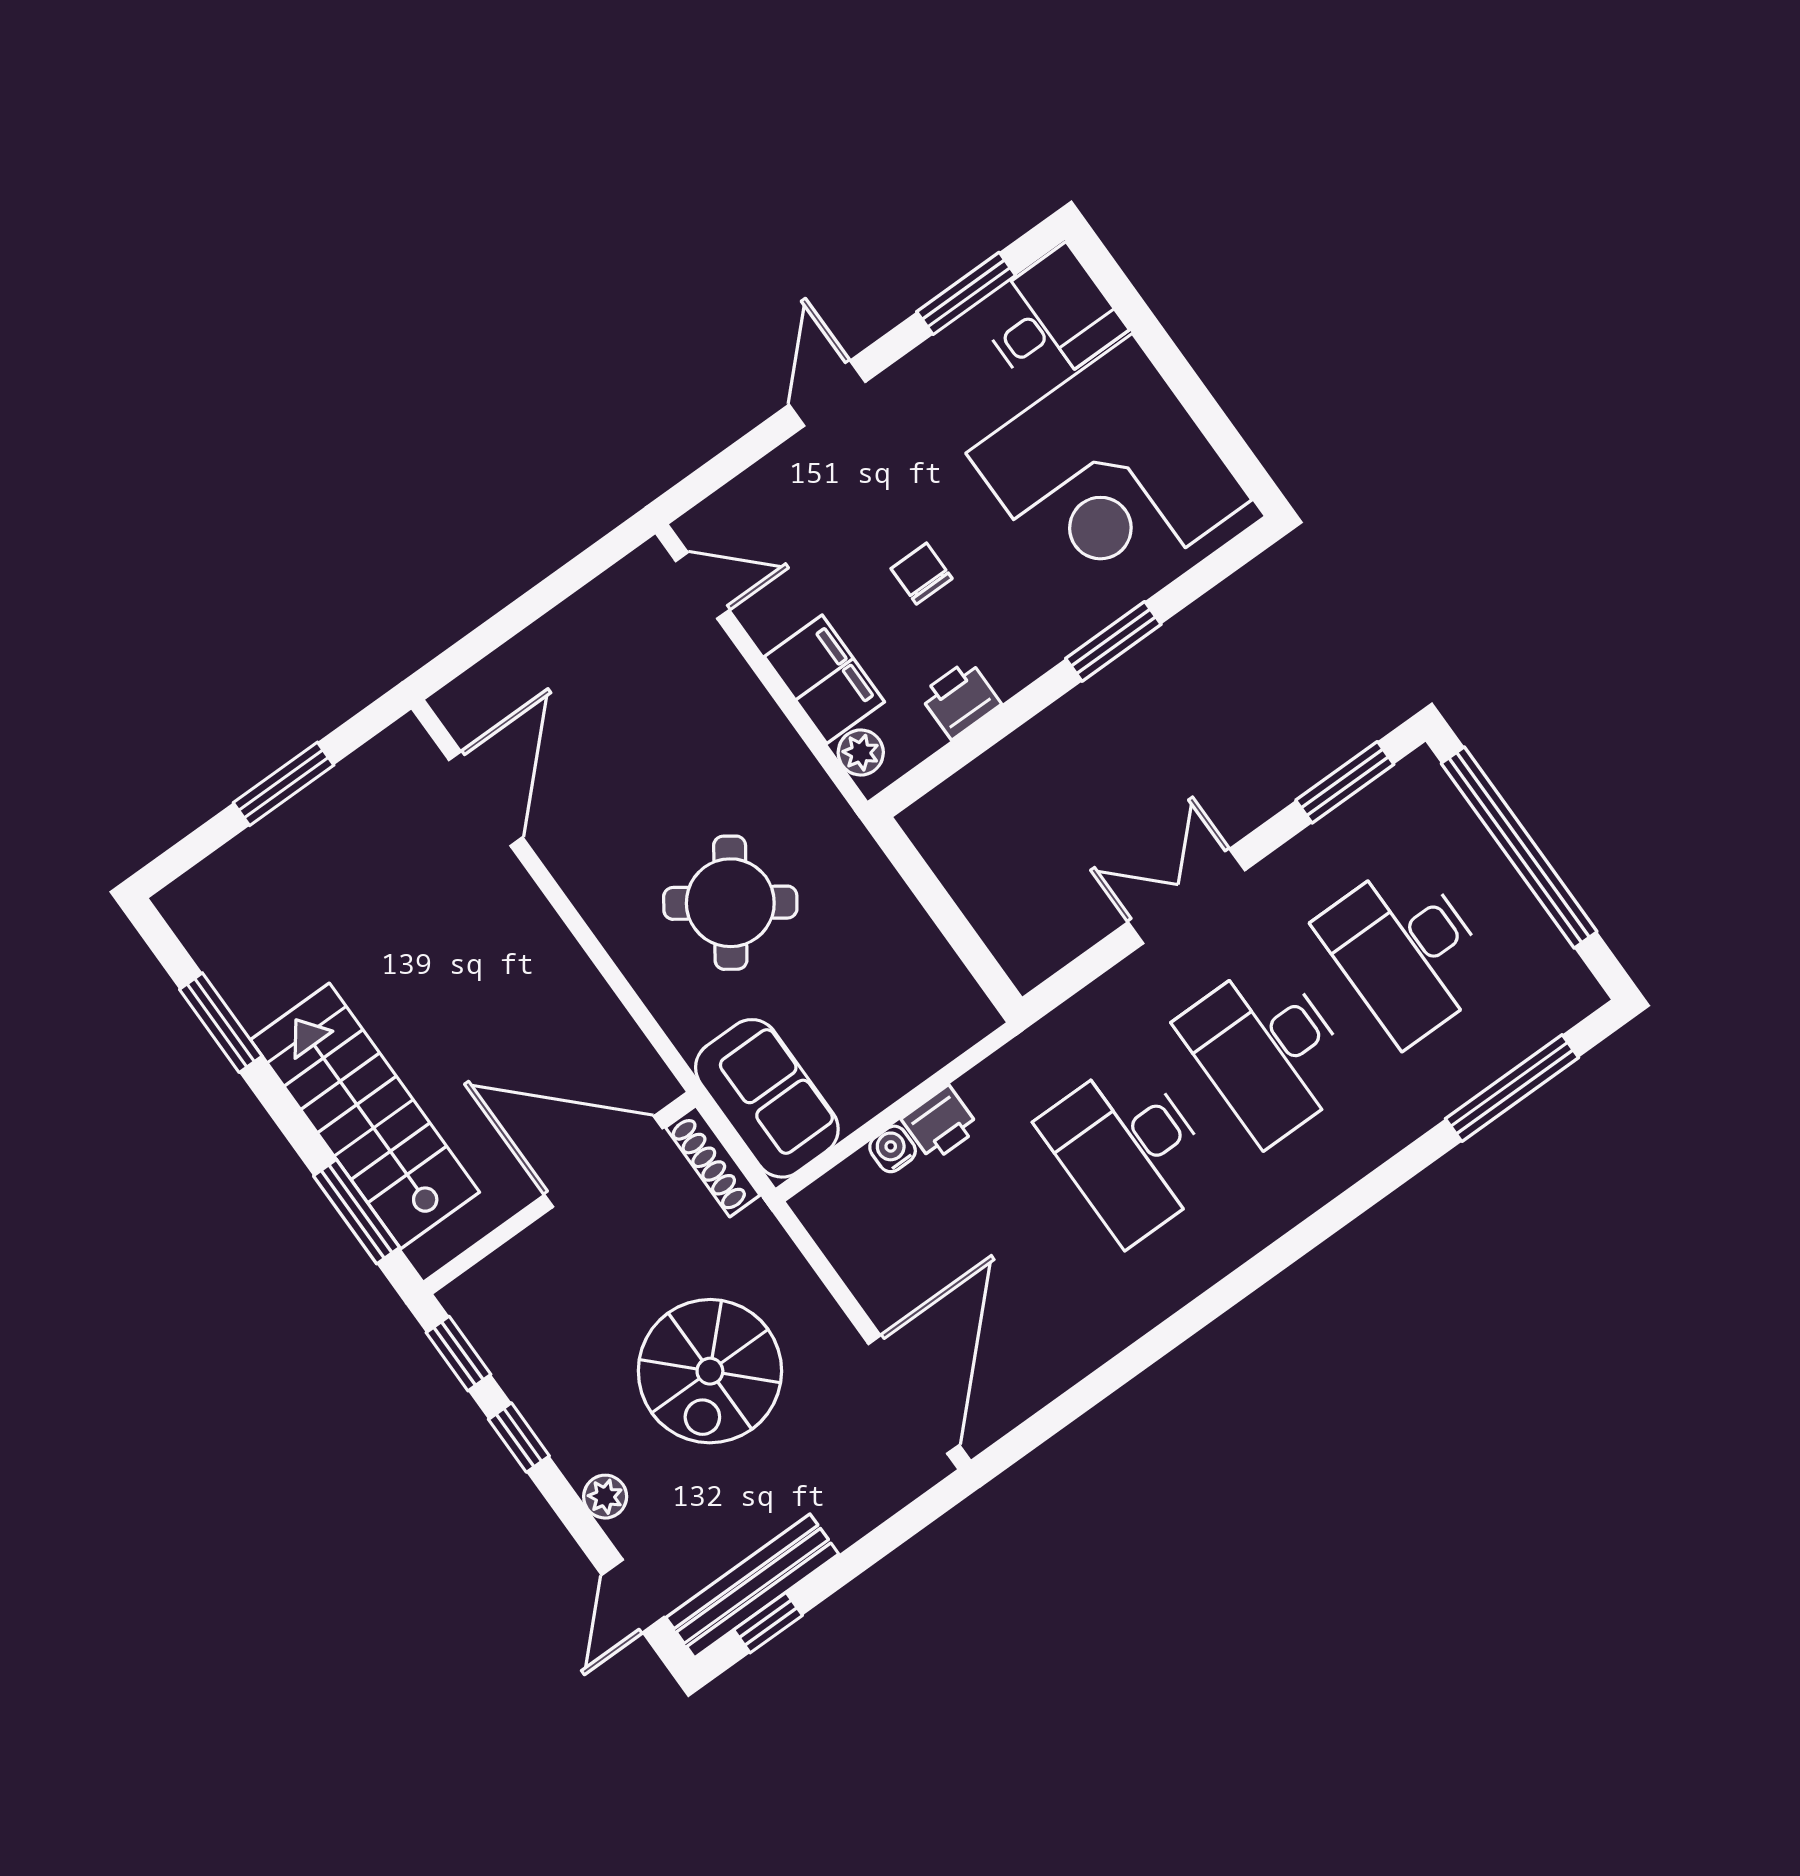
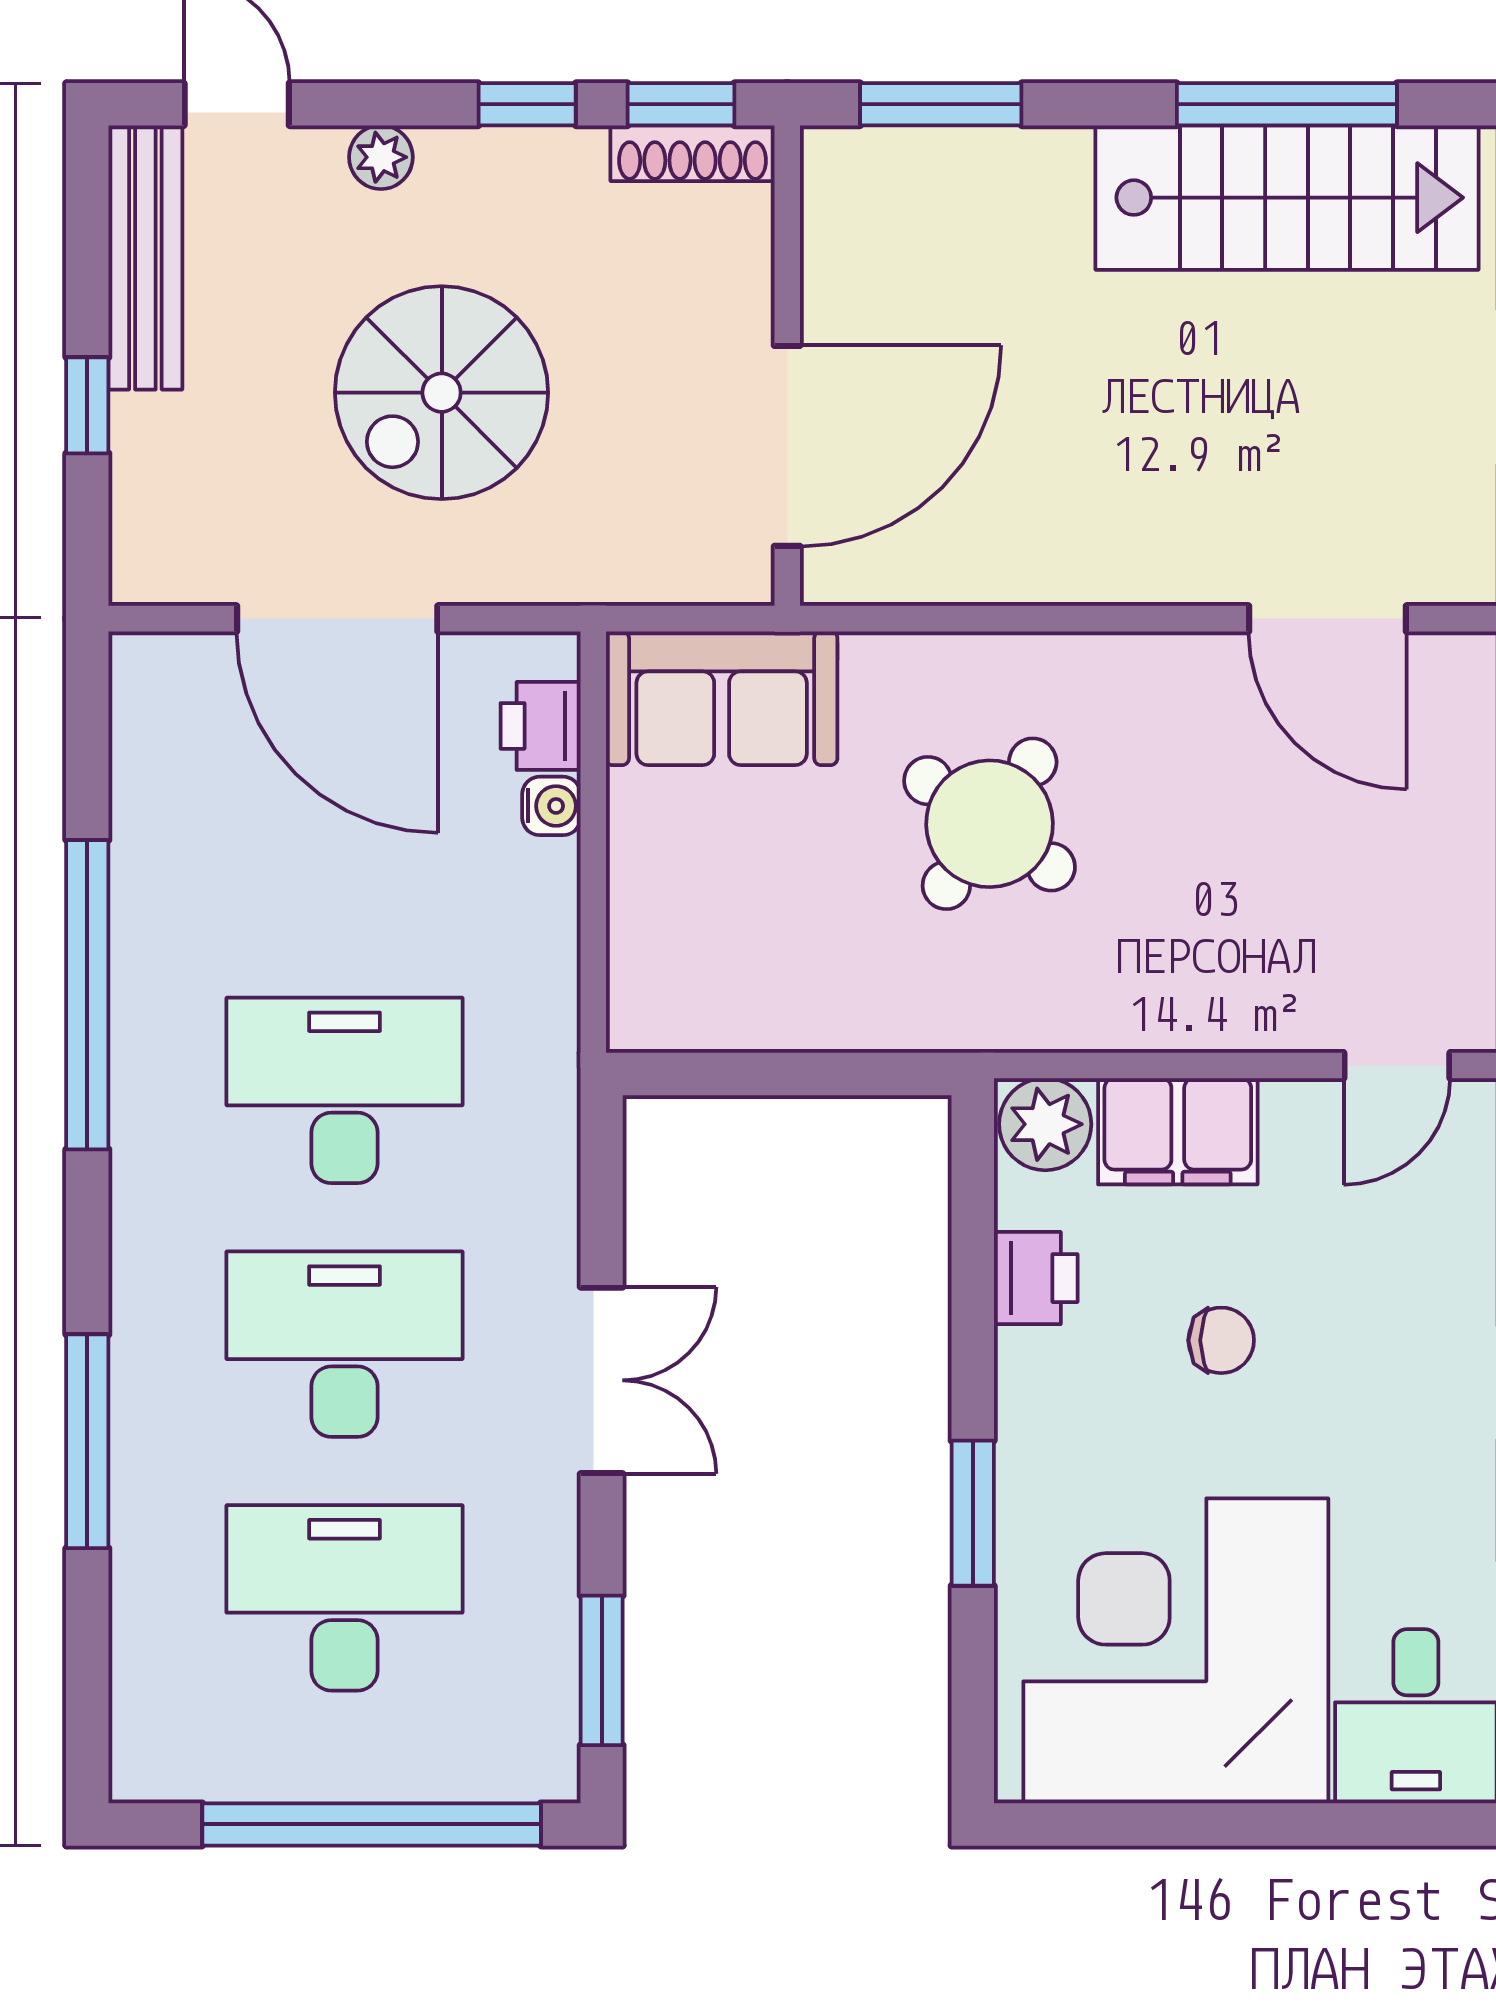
plant: (861, 752) -> (1045, 1124), width x1.38, depth x1.38
window: (221, 1023) -> (1287, 104), width x1.44
window: (1512, 1088) -> (87, 1441), moved
stairs: (365, 1116) -> (1287, 198), moved
printer: (940, 1123) -> (541, 726), moved
shoe rack: (713, 1161) -> (693, 153), moved, turned 180
window: (1178, 1328) -> (87, 995), added
spiral stairs: (710, 1371) -> (442, 393), turned -90
door: (914, 1394) -> (337, 619), moved
window: (768, 1623) -> (87, 405), moved

